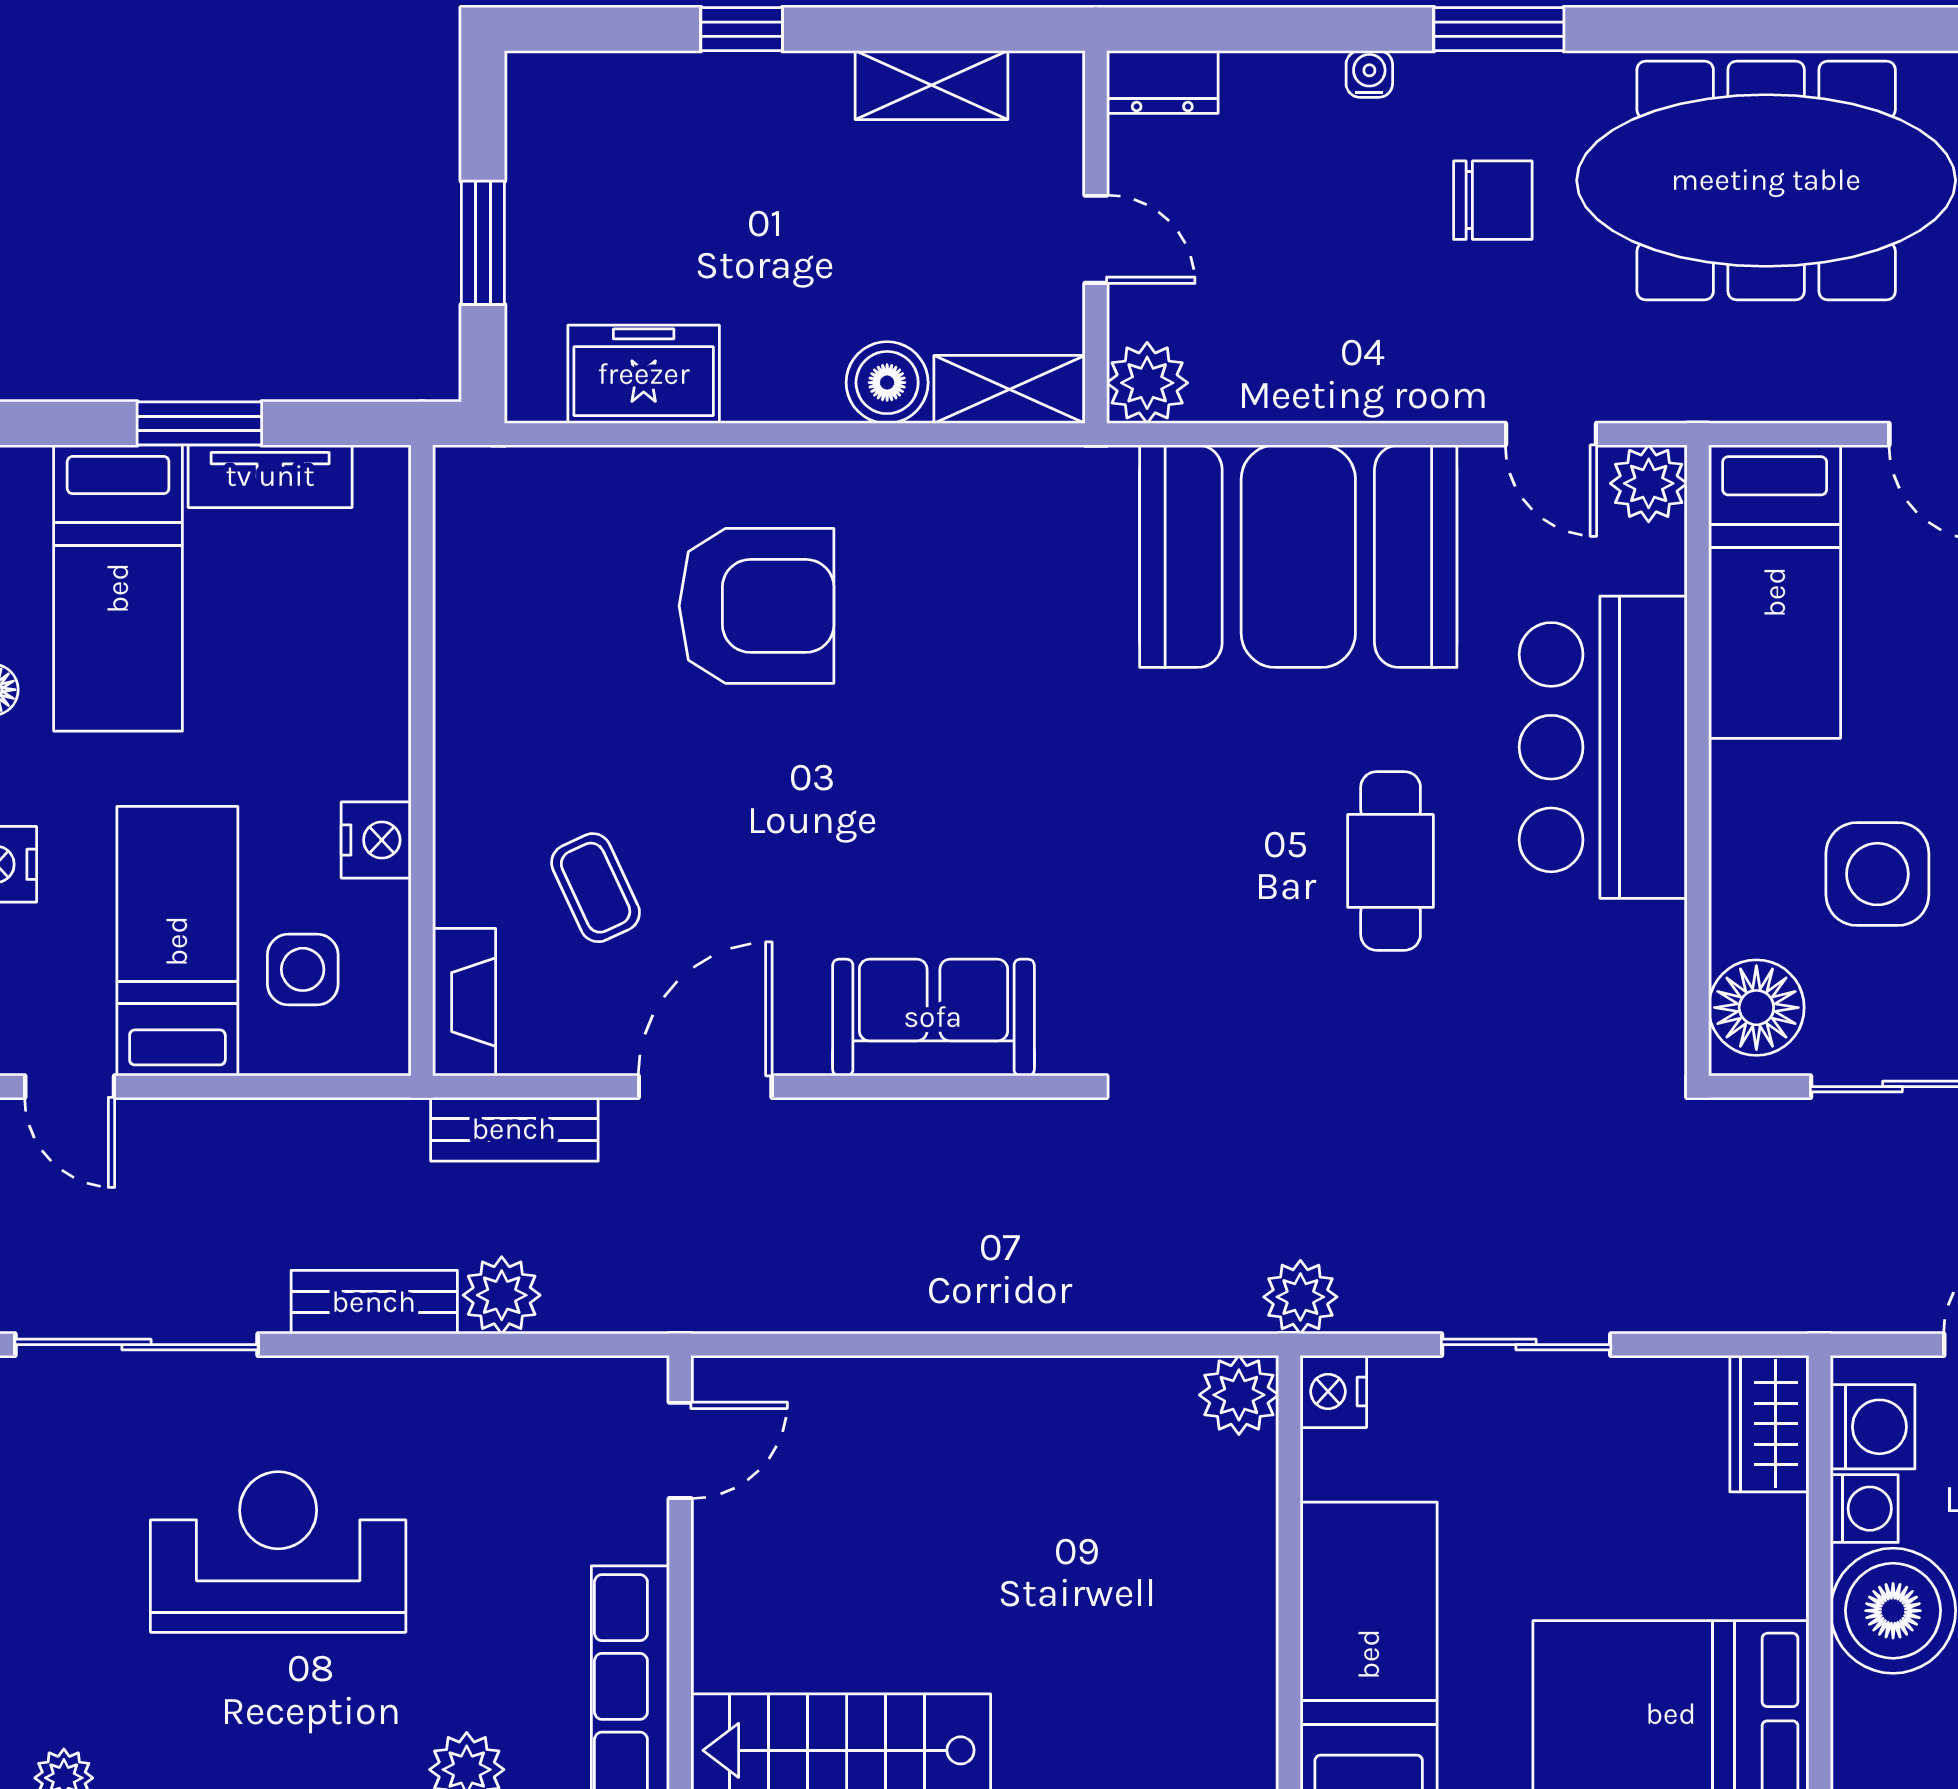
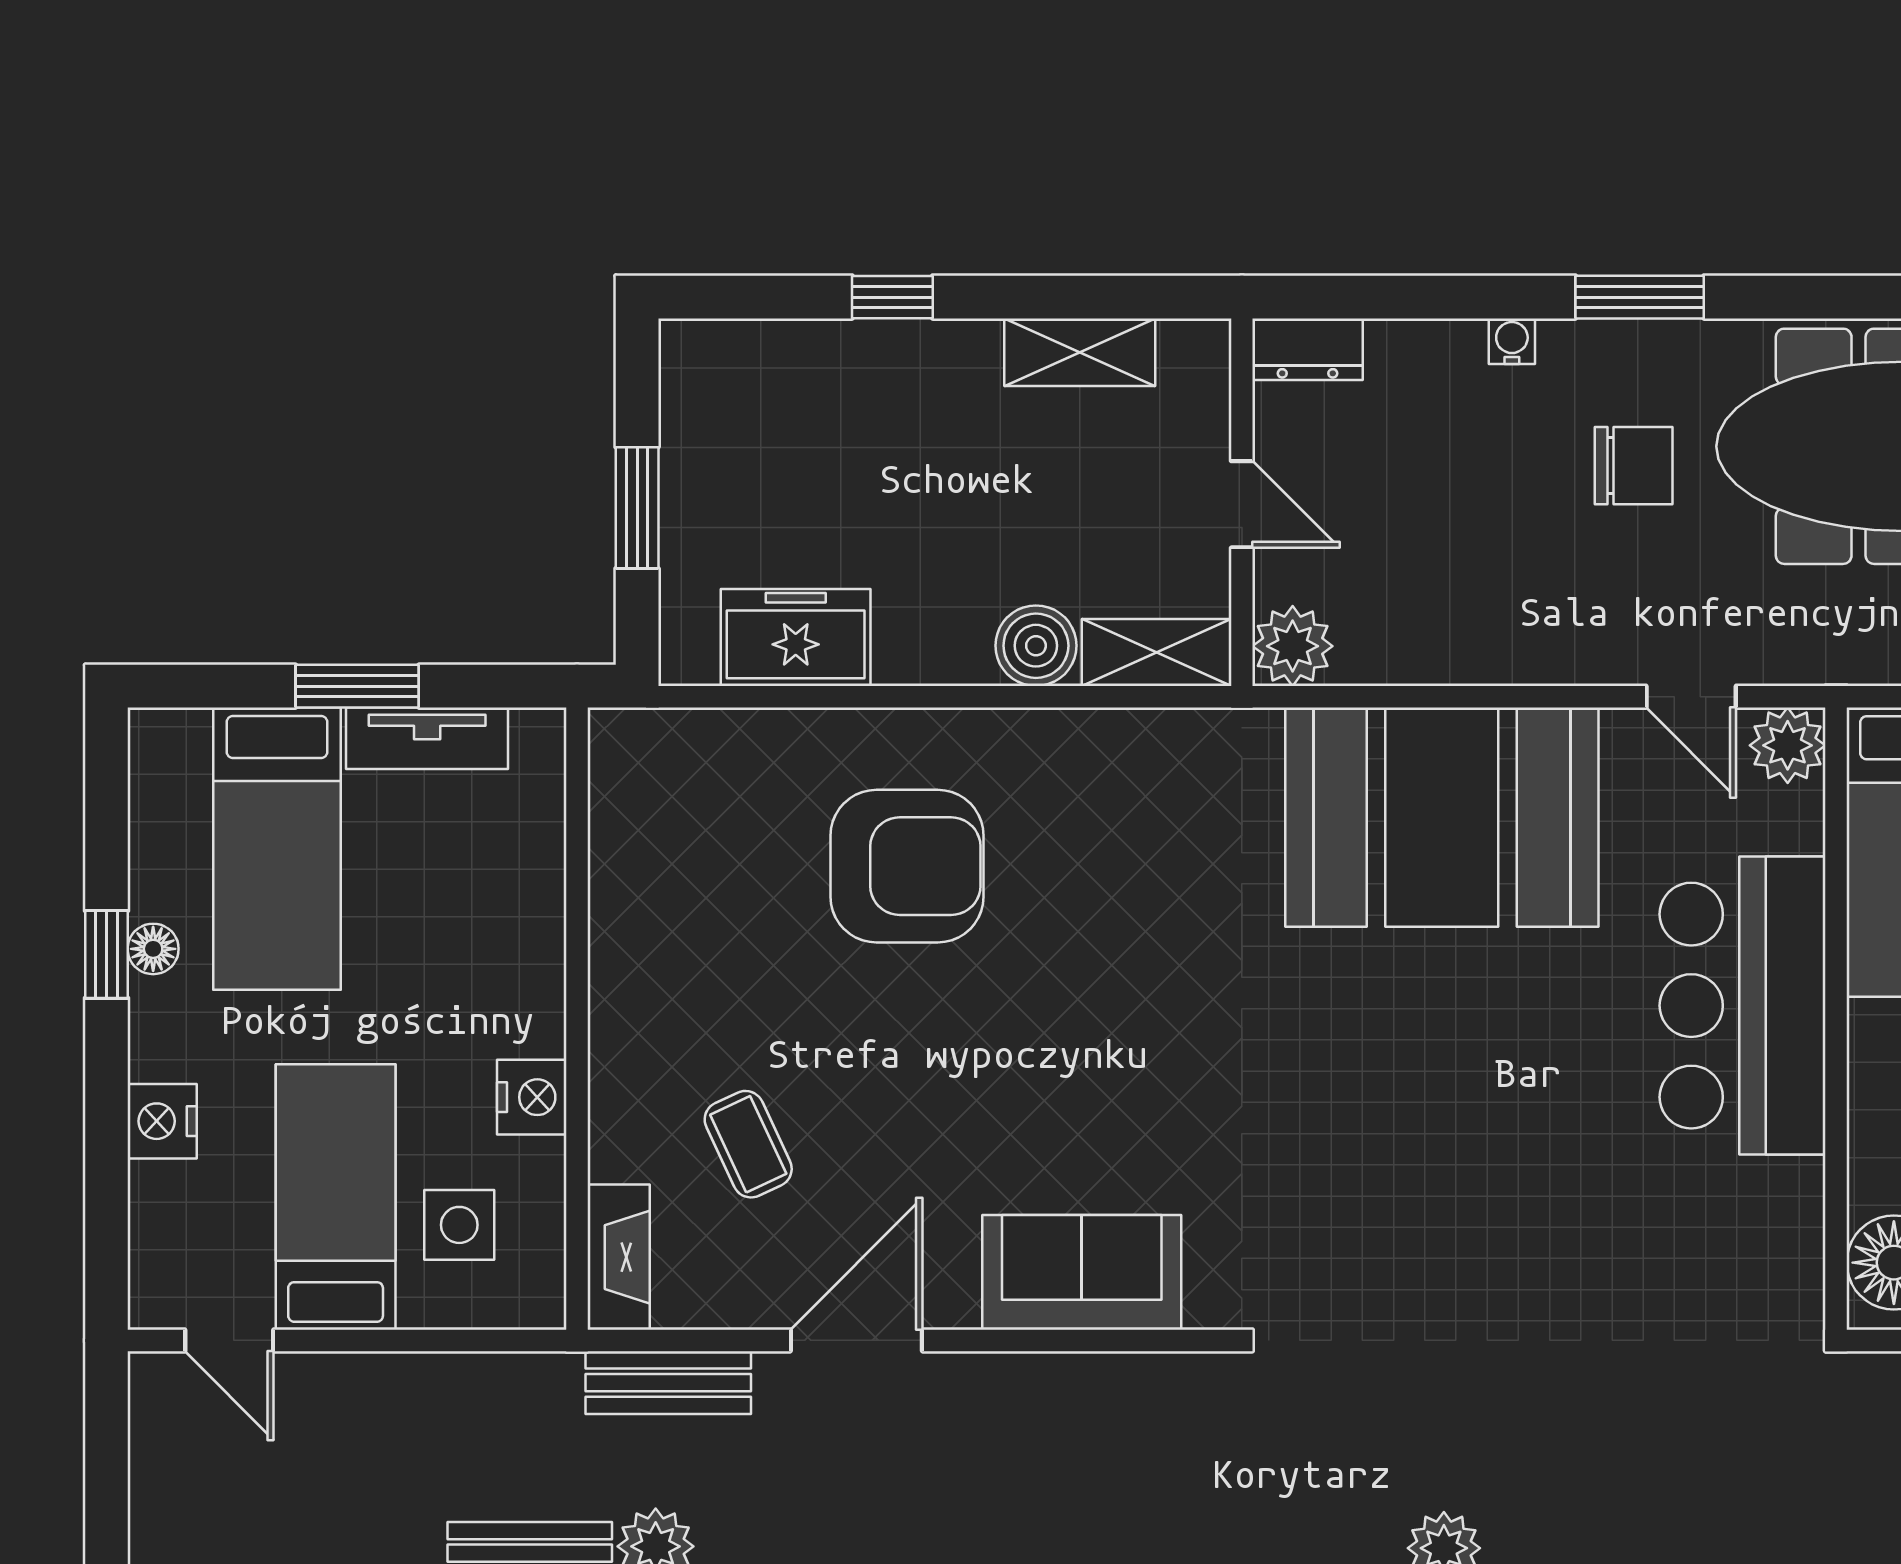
cafe table: (1391, 861) -> (1533, 1118), removed

